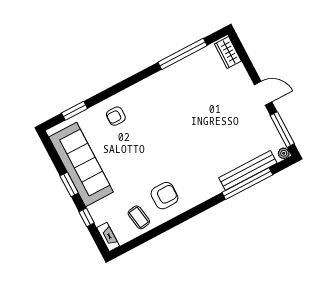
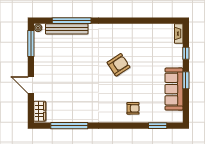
door: (263, 93) -> (31, 85), moved
sofa: (81, 164) -> (174, 89), width x0.74, depth x0.79
armchair: (164, 196) -> (119, 65), moved, turned 147
coffee table: (139, 217) -> (152, 36), removed

